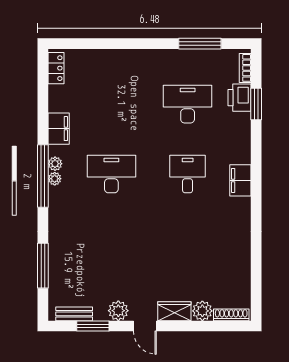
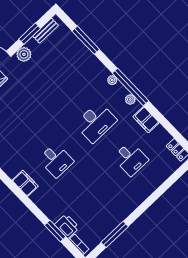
desk: (188, 104) -> (131, 159), moved, width x0.73
plant: (55, 179) -> (112, 80), moved

